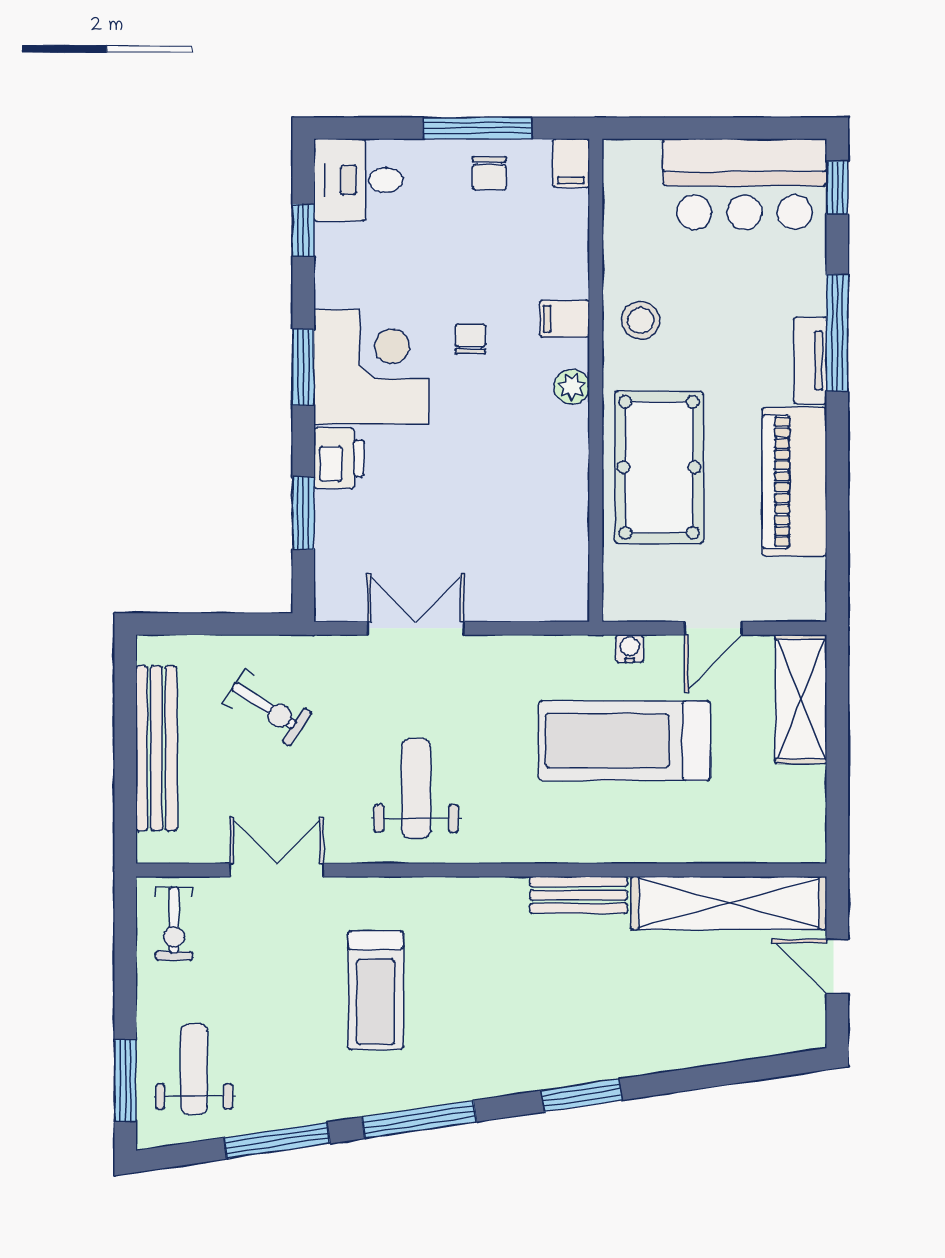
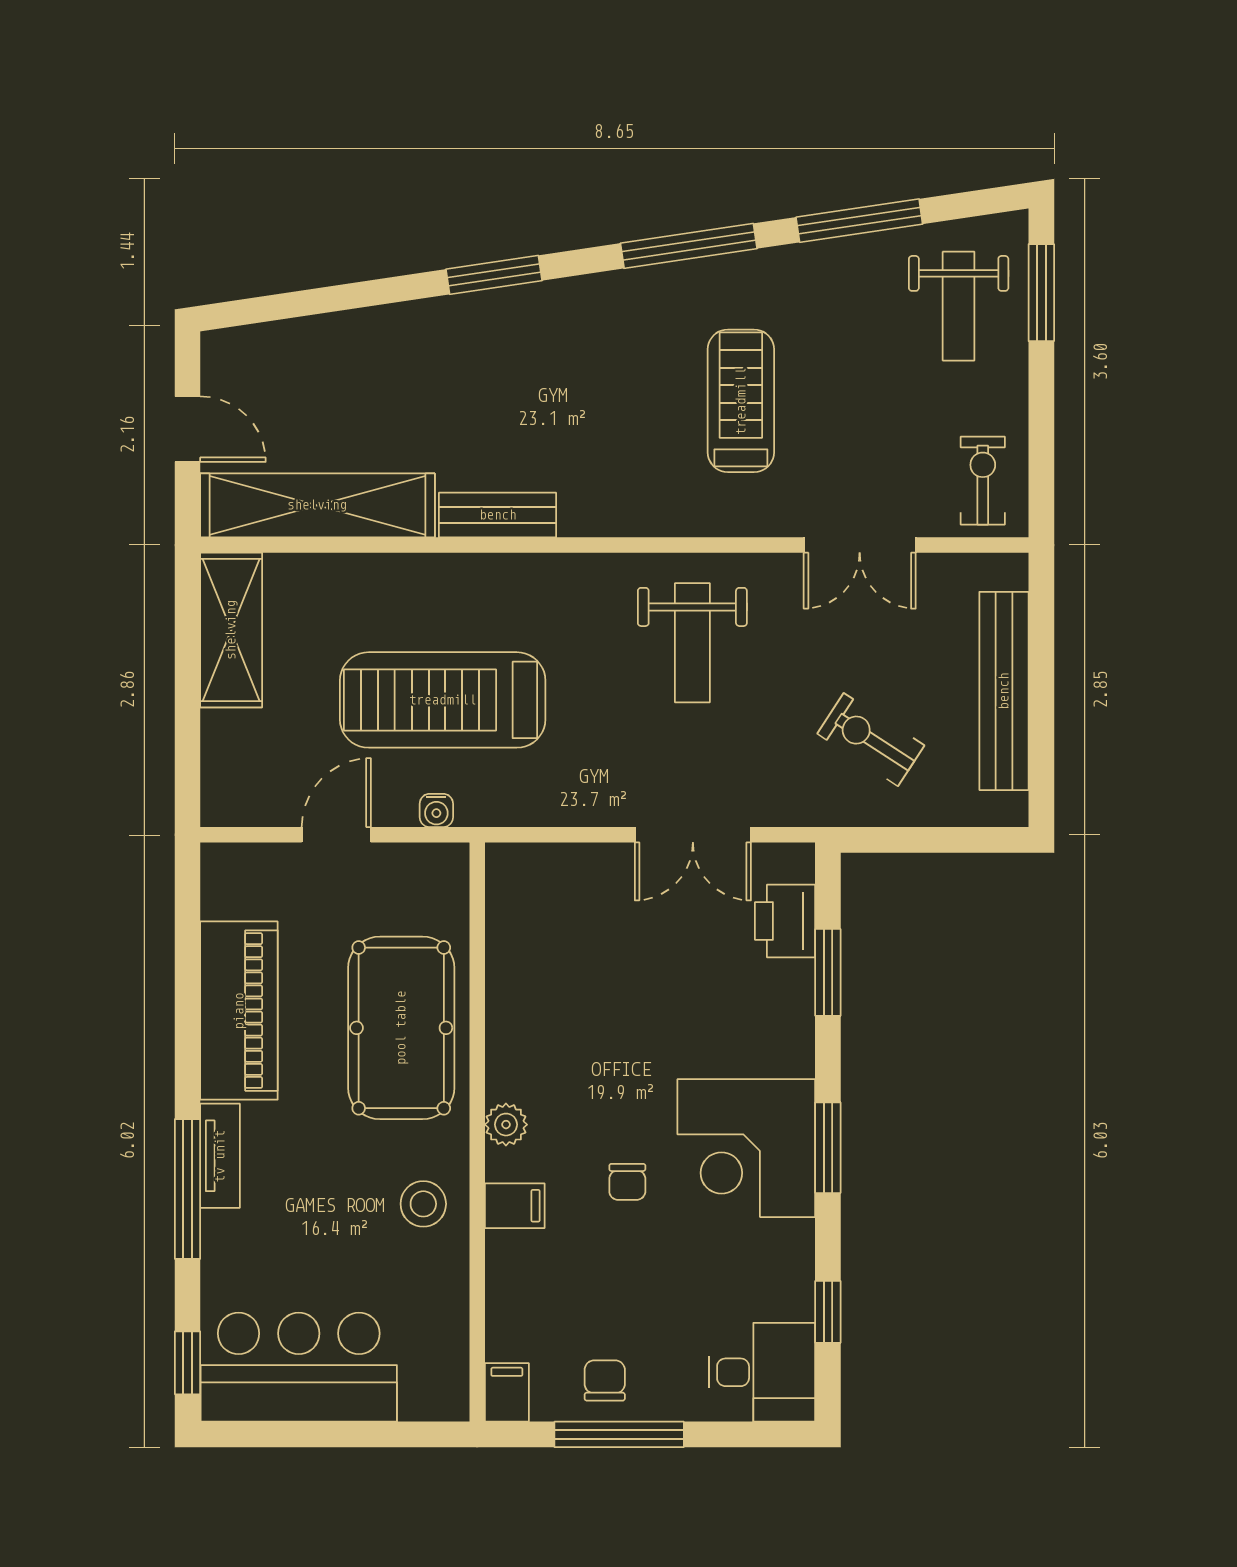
printer: (339, 458) -> (785, 921), moved
shelving: (801, 699) -> (231, 630), moved
treadmill: (624, 741) -> (443, 700), turned 180

